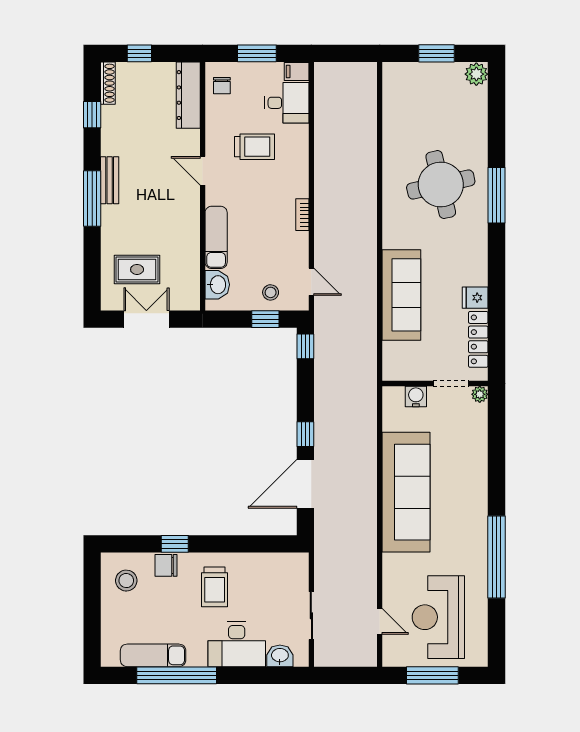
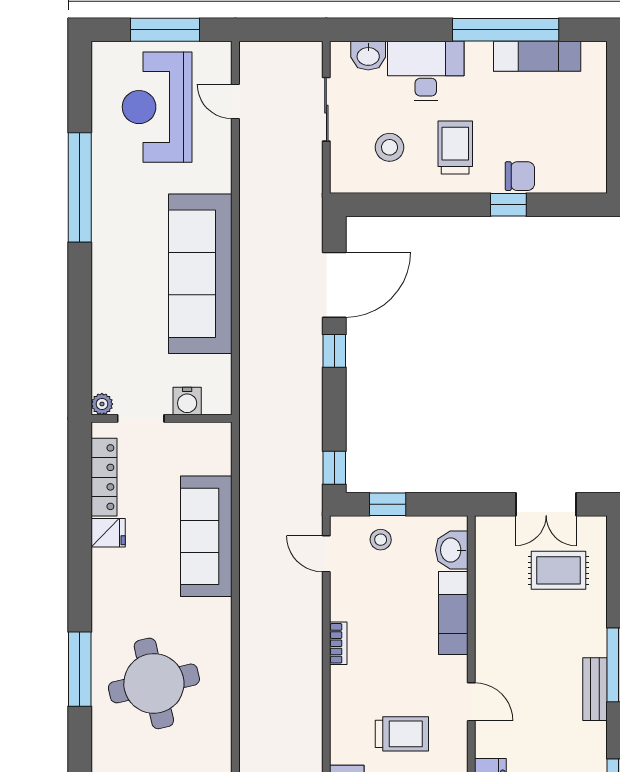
trolley: (255, 147) -> (402, 734), turned 180
stool: (126, 581) -> (389, 147), moved
reception desk: (438, 617) -> (157, 107), turned 180

